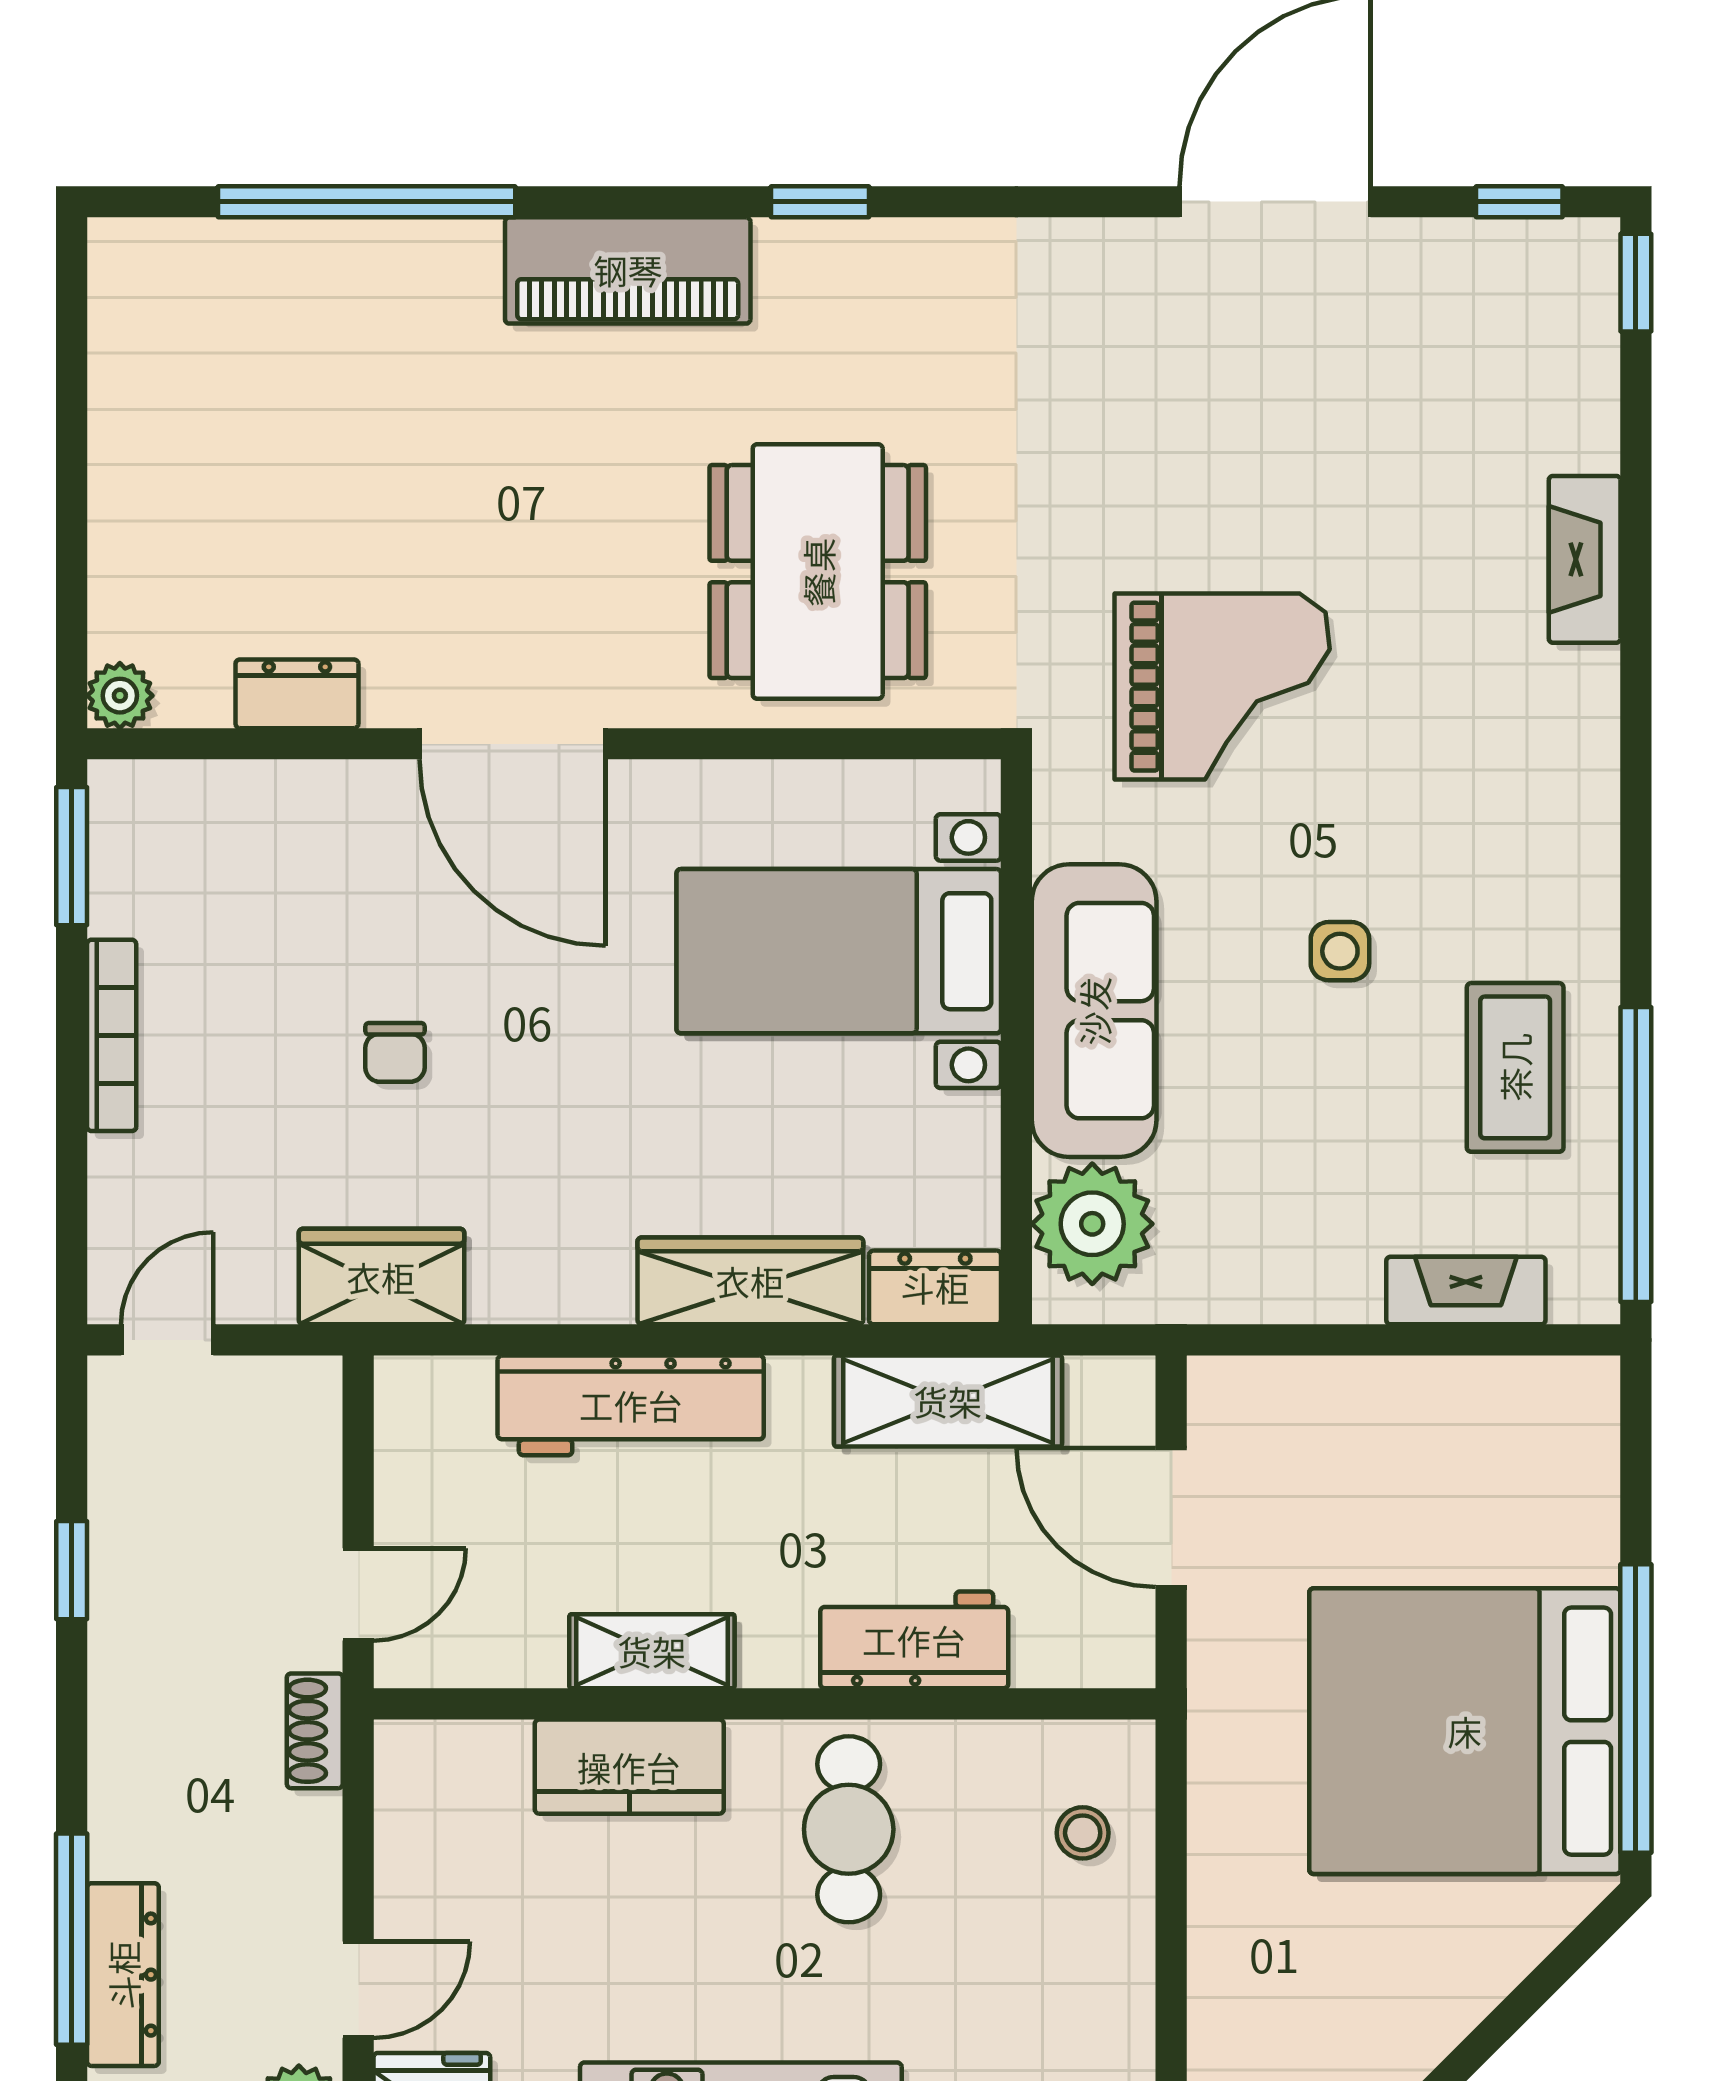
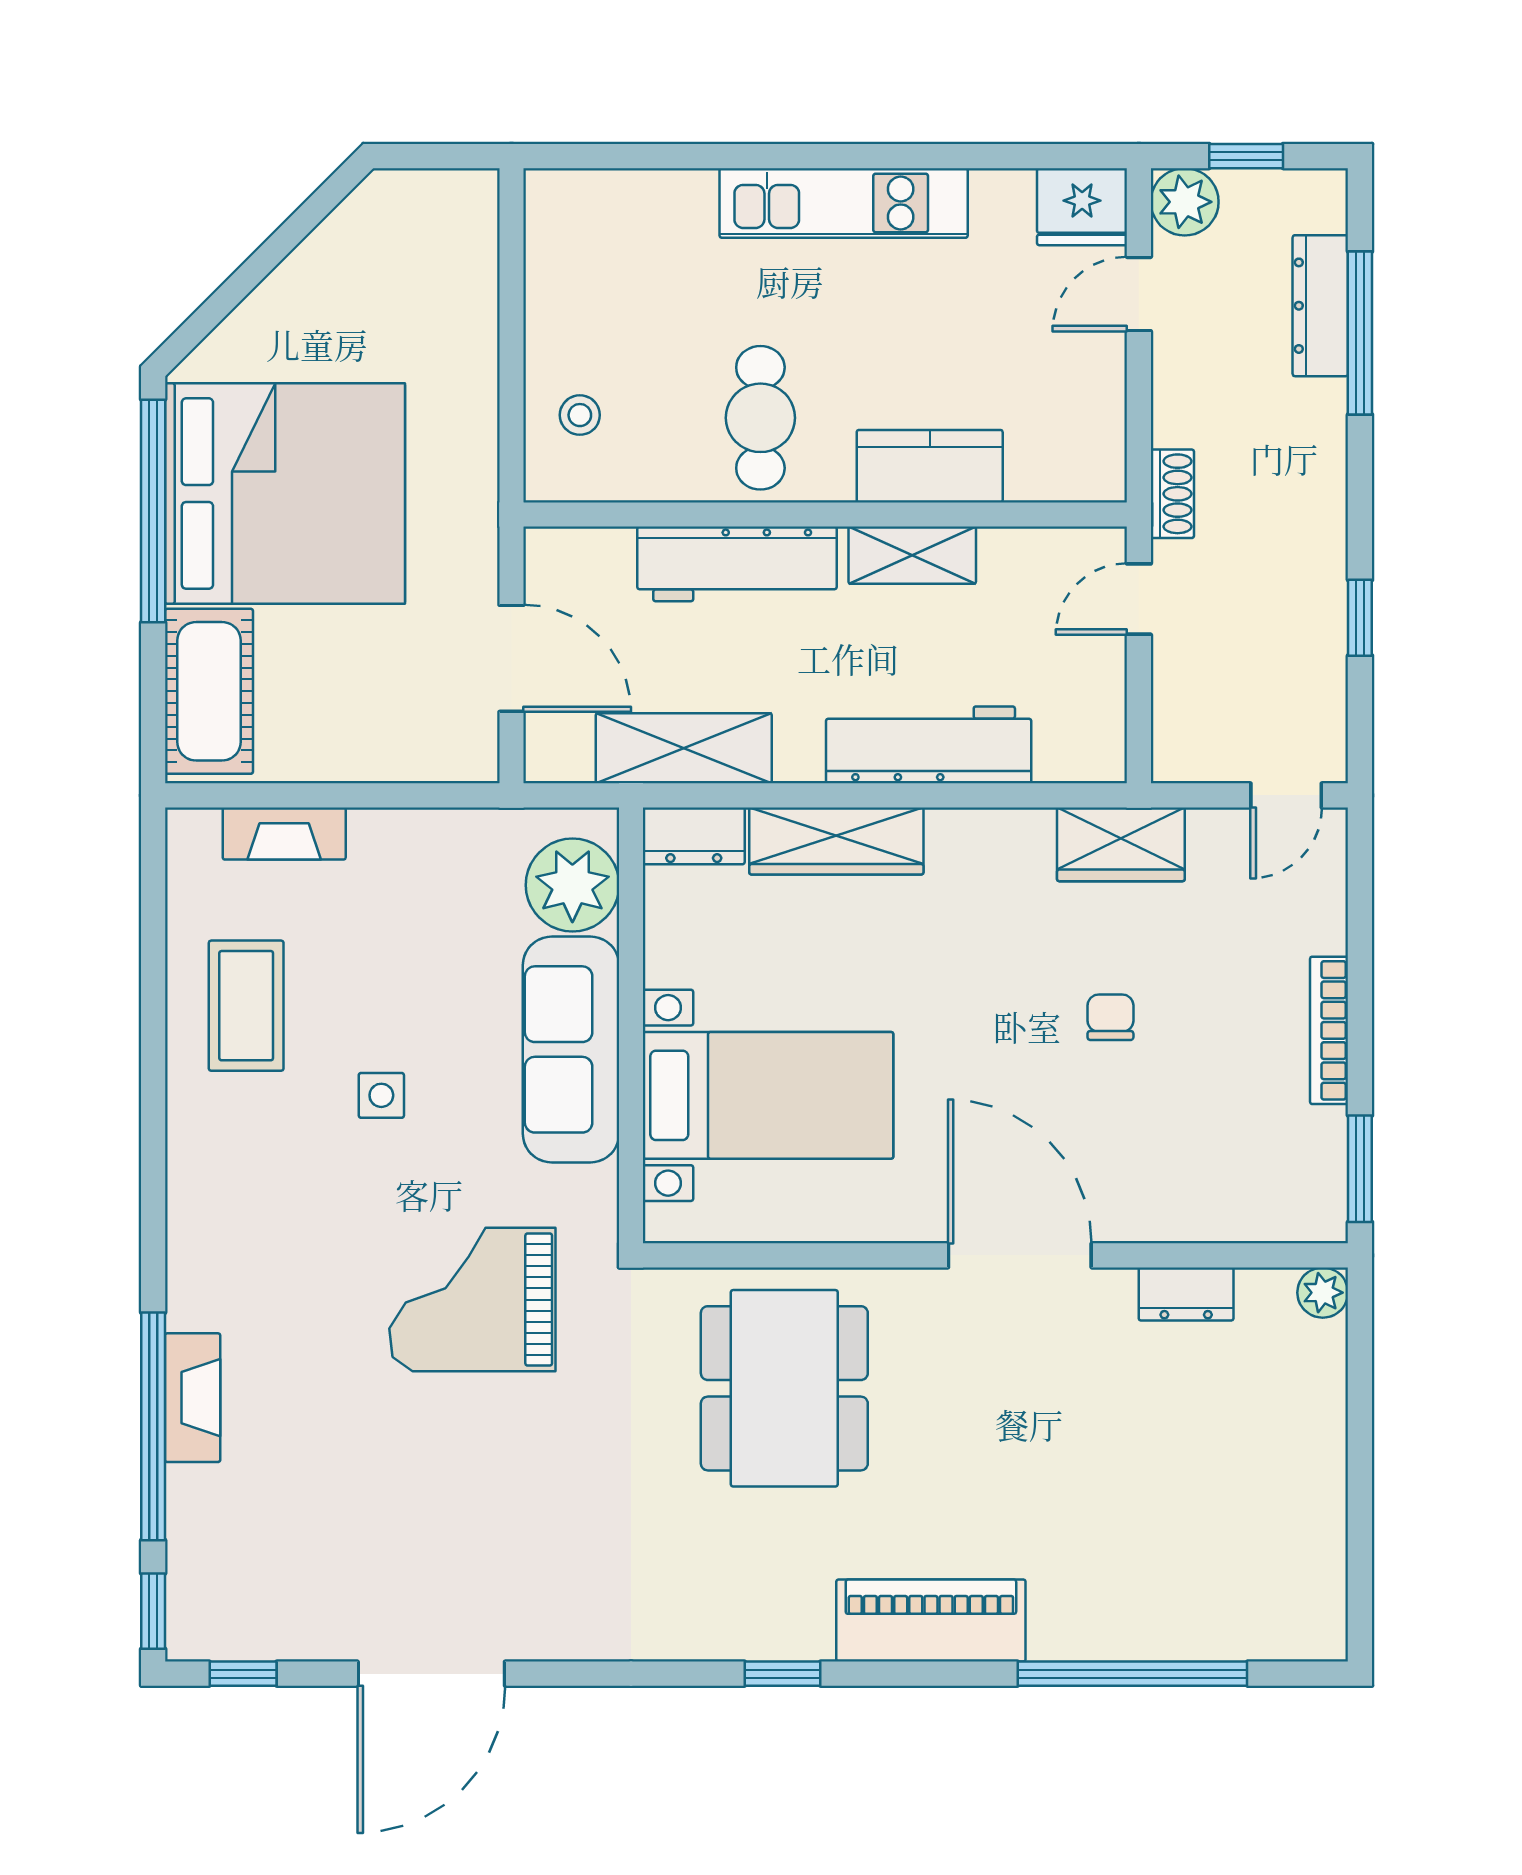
window: (1636, 1155) -> (153, 1426), moved
cot: (1563, 1475) -> (209, 691), added
workbench: (914, 1640) -> (737, 564), width x1.38

